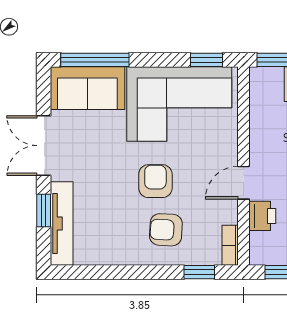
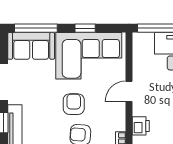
window: (207, 60) -> (85, 28), moved
door: (244, 183) -> (129, 91), moved

